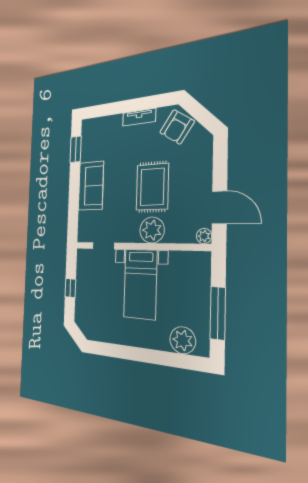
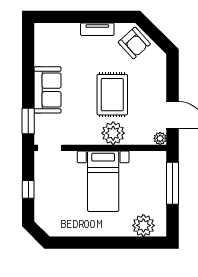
armchair: (177, 127) -> (134, 43), turned -76
window: (76, 149) -> (28, 121), moved
doorway: (103, 246) -> (50, 148), moved
window: (218, 313) -> (173, 183), moved

